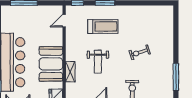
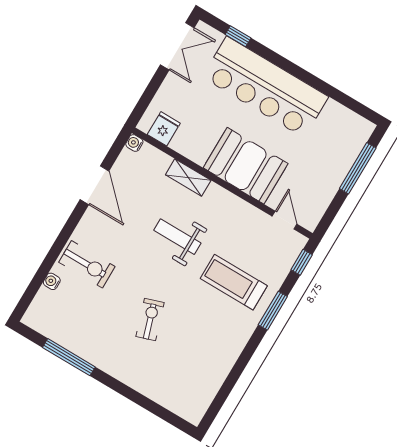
treadmill: (103, 26) -> (234, 282), turned 90
booth: (51, 64) -> (246, 166), moved

